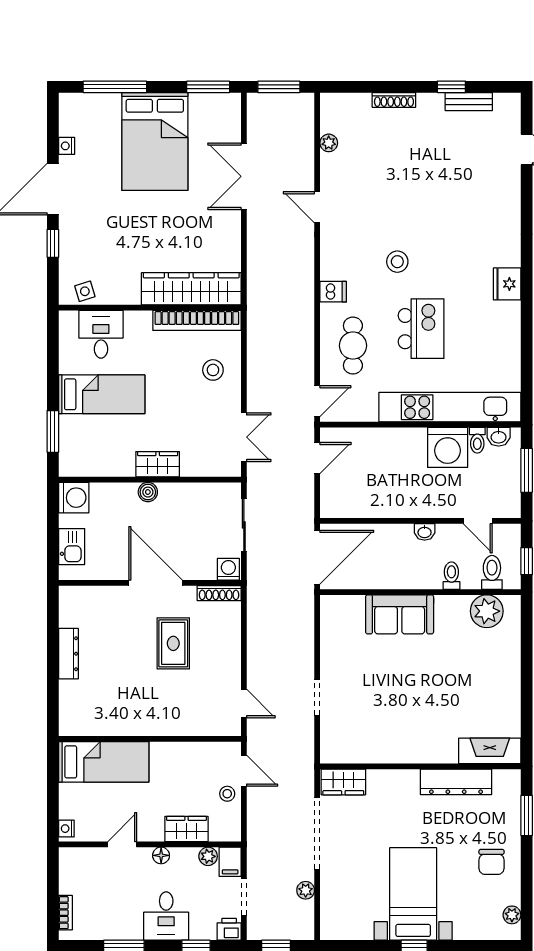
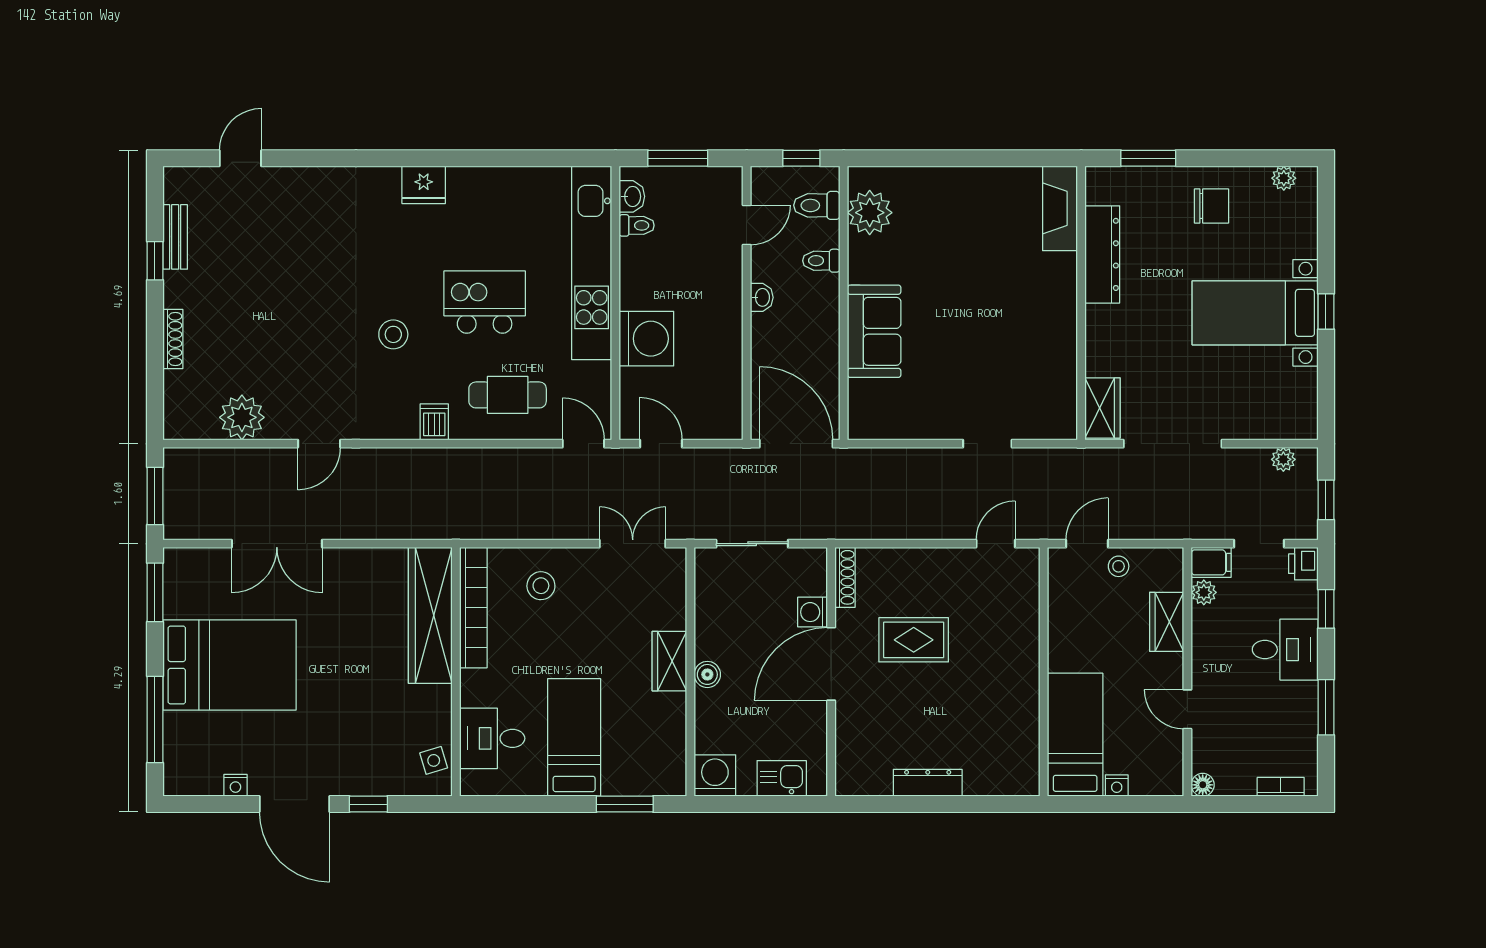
plant: (329, 143) -> (242, 417), width x1.88, depth x1.88
washing machine: (448, 447) -> (646, 339), moved
washing machine: (228, 569) -> (813, 612), moved
nightstand: (66, 829) -> (1117, 786), moved
floor lamp: (161, 855) -> (1203, 785), moved
plant: (306, 890) -> (1283, 459), moved

